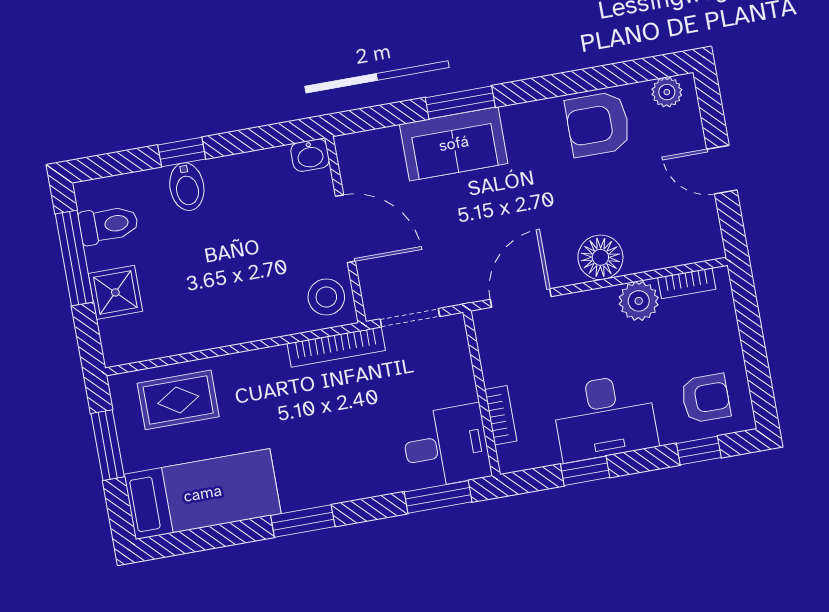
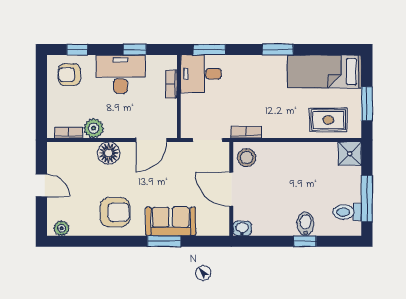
armchair: (598, 124) -> (115, 212), moved
shower: (115, 292) -> (350, 154), moved
bookcase: (336, 347) -> (246, 132), width x0.64

